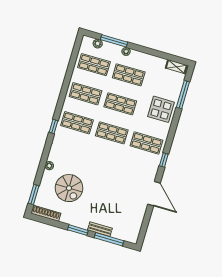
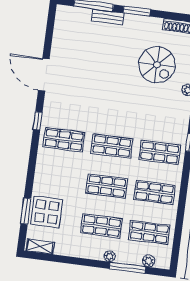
window: (183, 95) -> (26, 211), width x0.69
display table: (161, 109) -> (47, 212), moved
spiral stairs: (69, 188) -> (157, 65), turned 180

